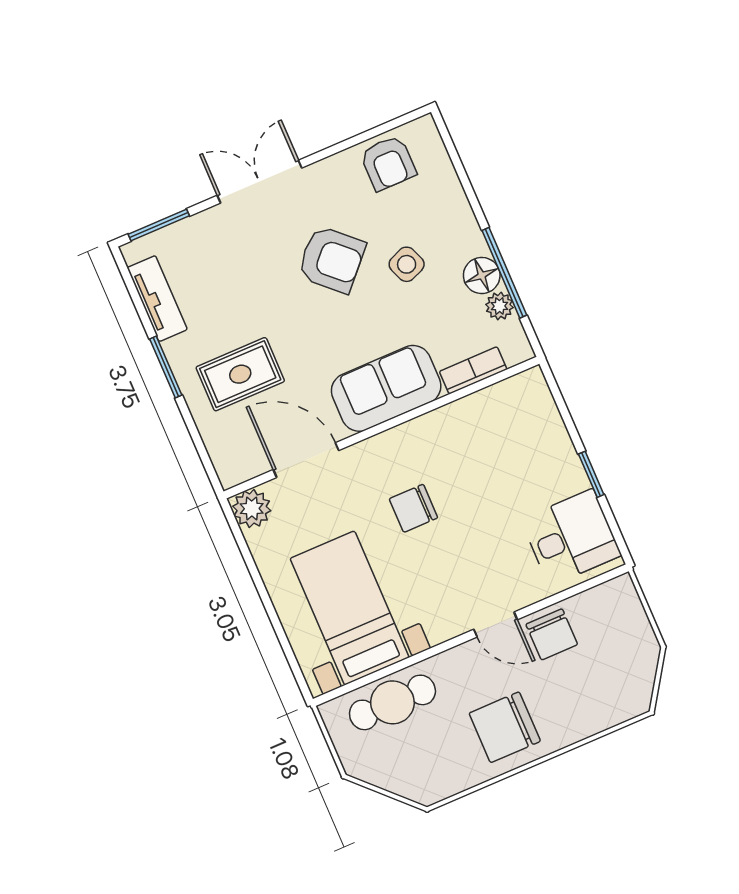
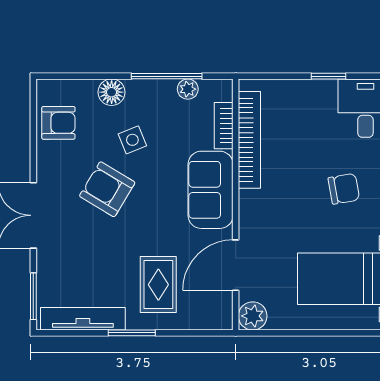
armchair: (331, 259) -> (107, 189), turned -102
floor lamp: (482, 275) -> (112, 92), moved
tv unit: (157, 299) -> (83, 319), width x1.41
bookcase: (469, 410) -> (249, 140), added
chair: (413, 508) -> (344, 189), moved, turned -100

